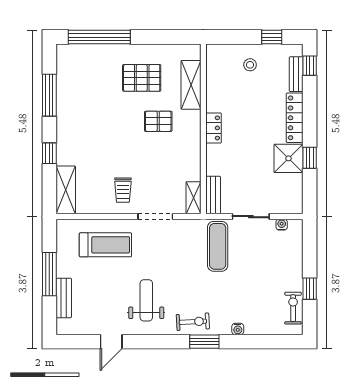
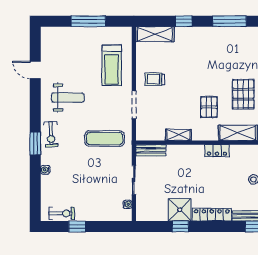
locker: (214, 128) -> (217, 151), moved
shelving: (193, 198) -> (178, 135), moved
exercise mat: (218, 246) -> (105, 139), moved
bench: (64, 298) -> (70, 33), removed

